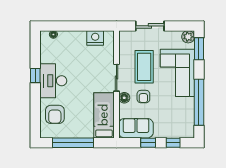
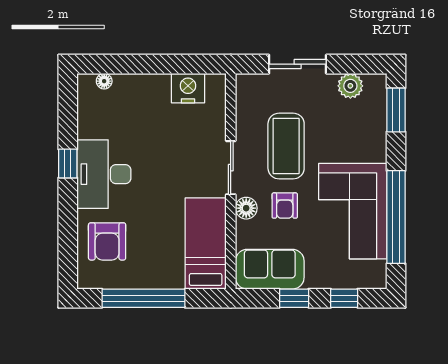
plant: (188, 37) -> (350, 86), moved
corner sofa: (177, 73) -> (353, 211), moved

